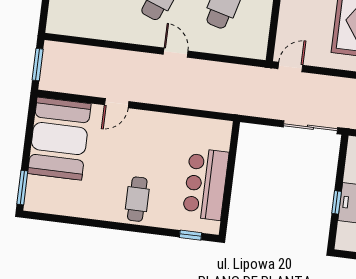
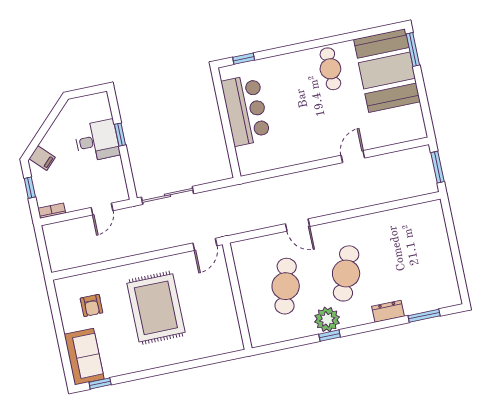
door: (176, 53) -> (297, 225), moved
booth: (59, 139) -> (387, 71), moved
cafe table: (137, 199) -> (330, 69), moved

